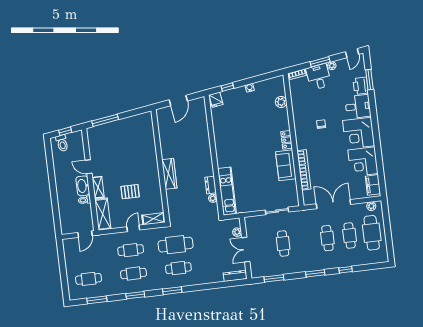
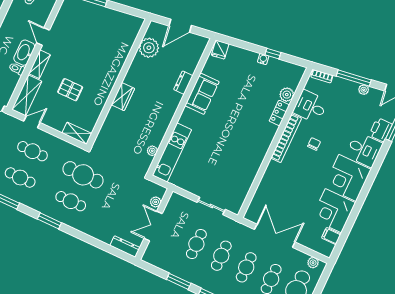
window: (320, 62) -> (354, 78), width x1.44
desk: (319, 77) -> (310, 107), moved, turned -82
window: (227, 87) -> (273, 54), moved
plant: (166, 129) -> (149, 48), added
locker: (287, 140) -> (279, 113), moved
sofa: (286, 165) -> (202, 94), moved, turned 180
bookcase: (304, 170) -> (286, 138), moved
wardrobe: (169, 174) -> (123, 97), width x0.67
dresser: (211, 185) -> (183, 83), moved
filing cabinet: (373, 185) -> (331, 236), width x0.50
door: (133, 228) -> (32, 122), moved
cafe table: (305, 241) -> (221, 256), added
window: (274, 278) -> (179, 281), moved

